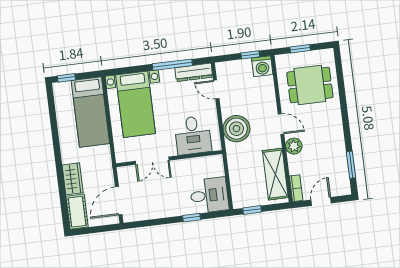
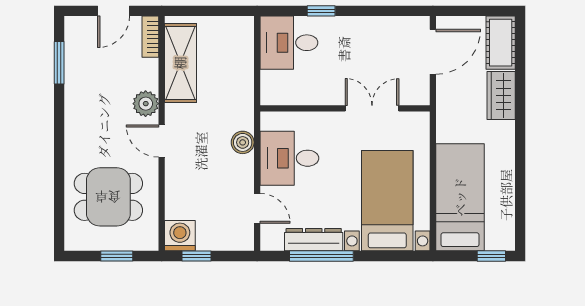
dresser: (194, 72) -> (314, 240), moved
boiler: (236, 129) -> (243, 142), width x0.54, depth x0.54
desk: (193, 135) -> (289, 158), moved, turned -90
window: (252, 210) -> (224, 11), removed

